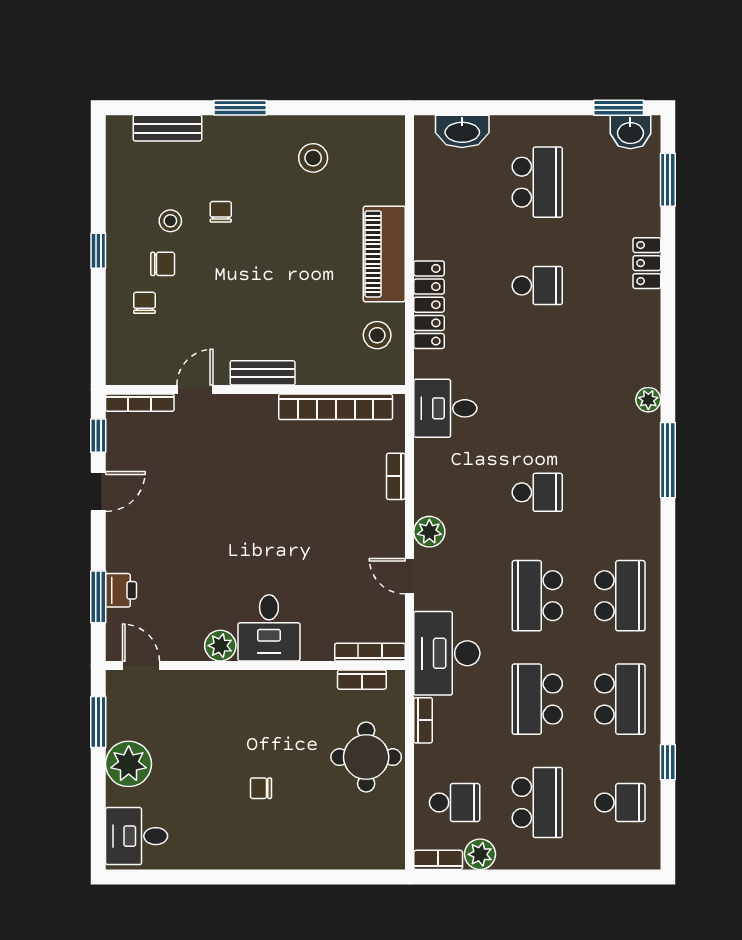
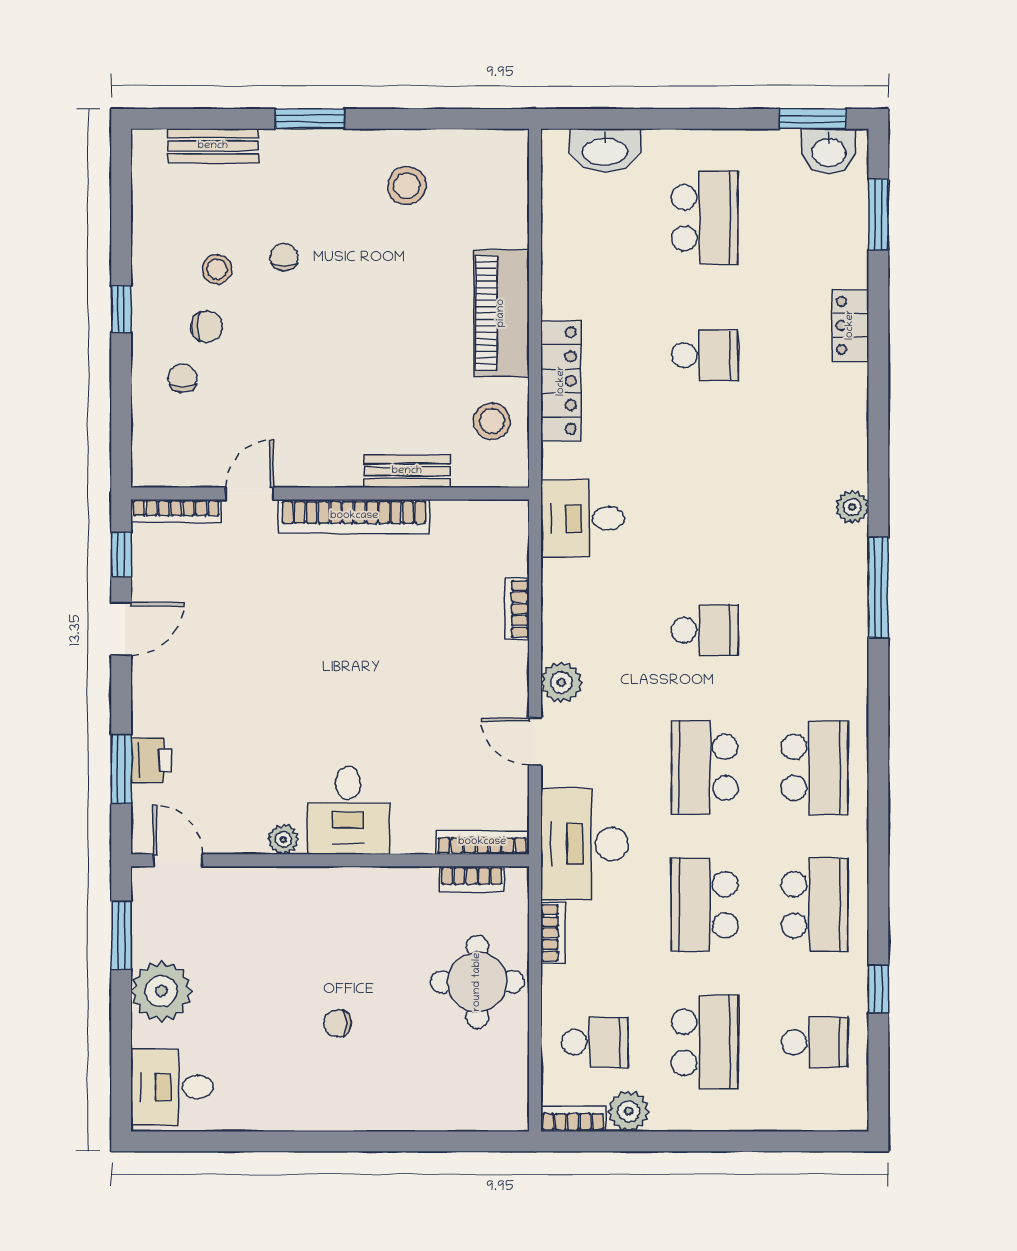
bench: (263, 373) -> (407, 471), moved
bookcase: (336, 407) -> (354, 516), moved
plant: (220, 646) -> (283, 839), width x0.73, depth x0.73

